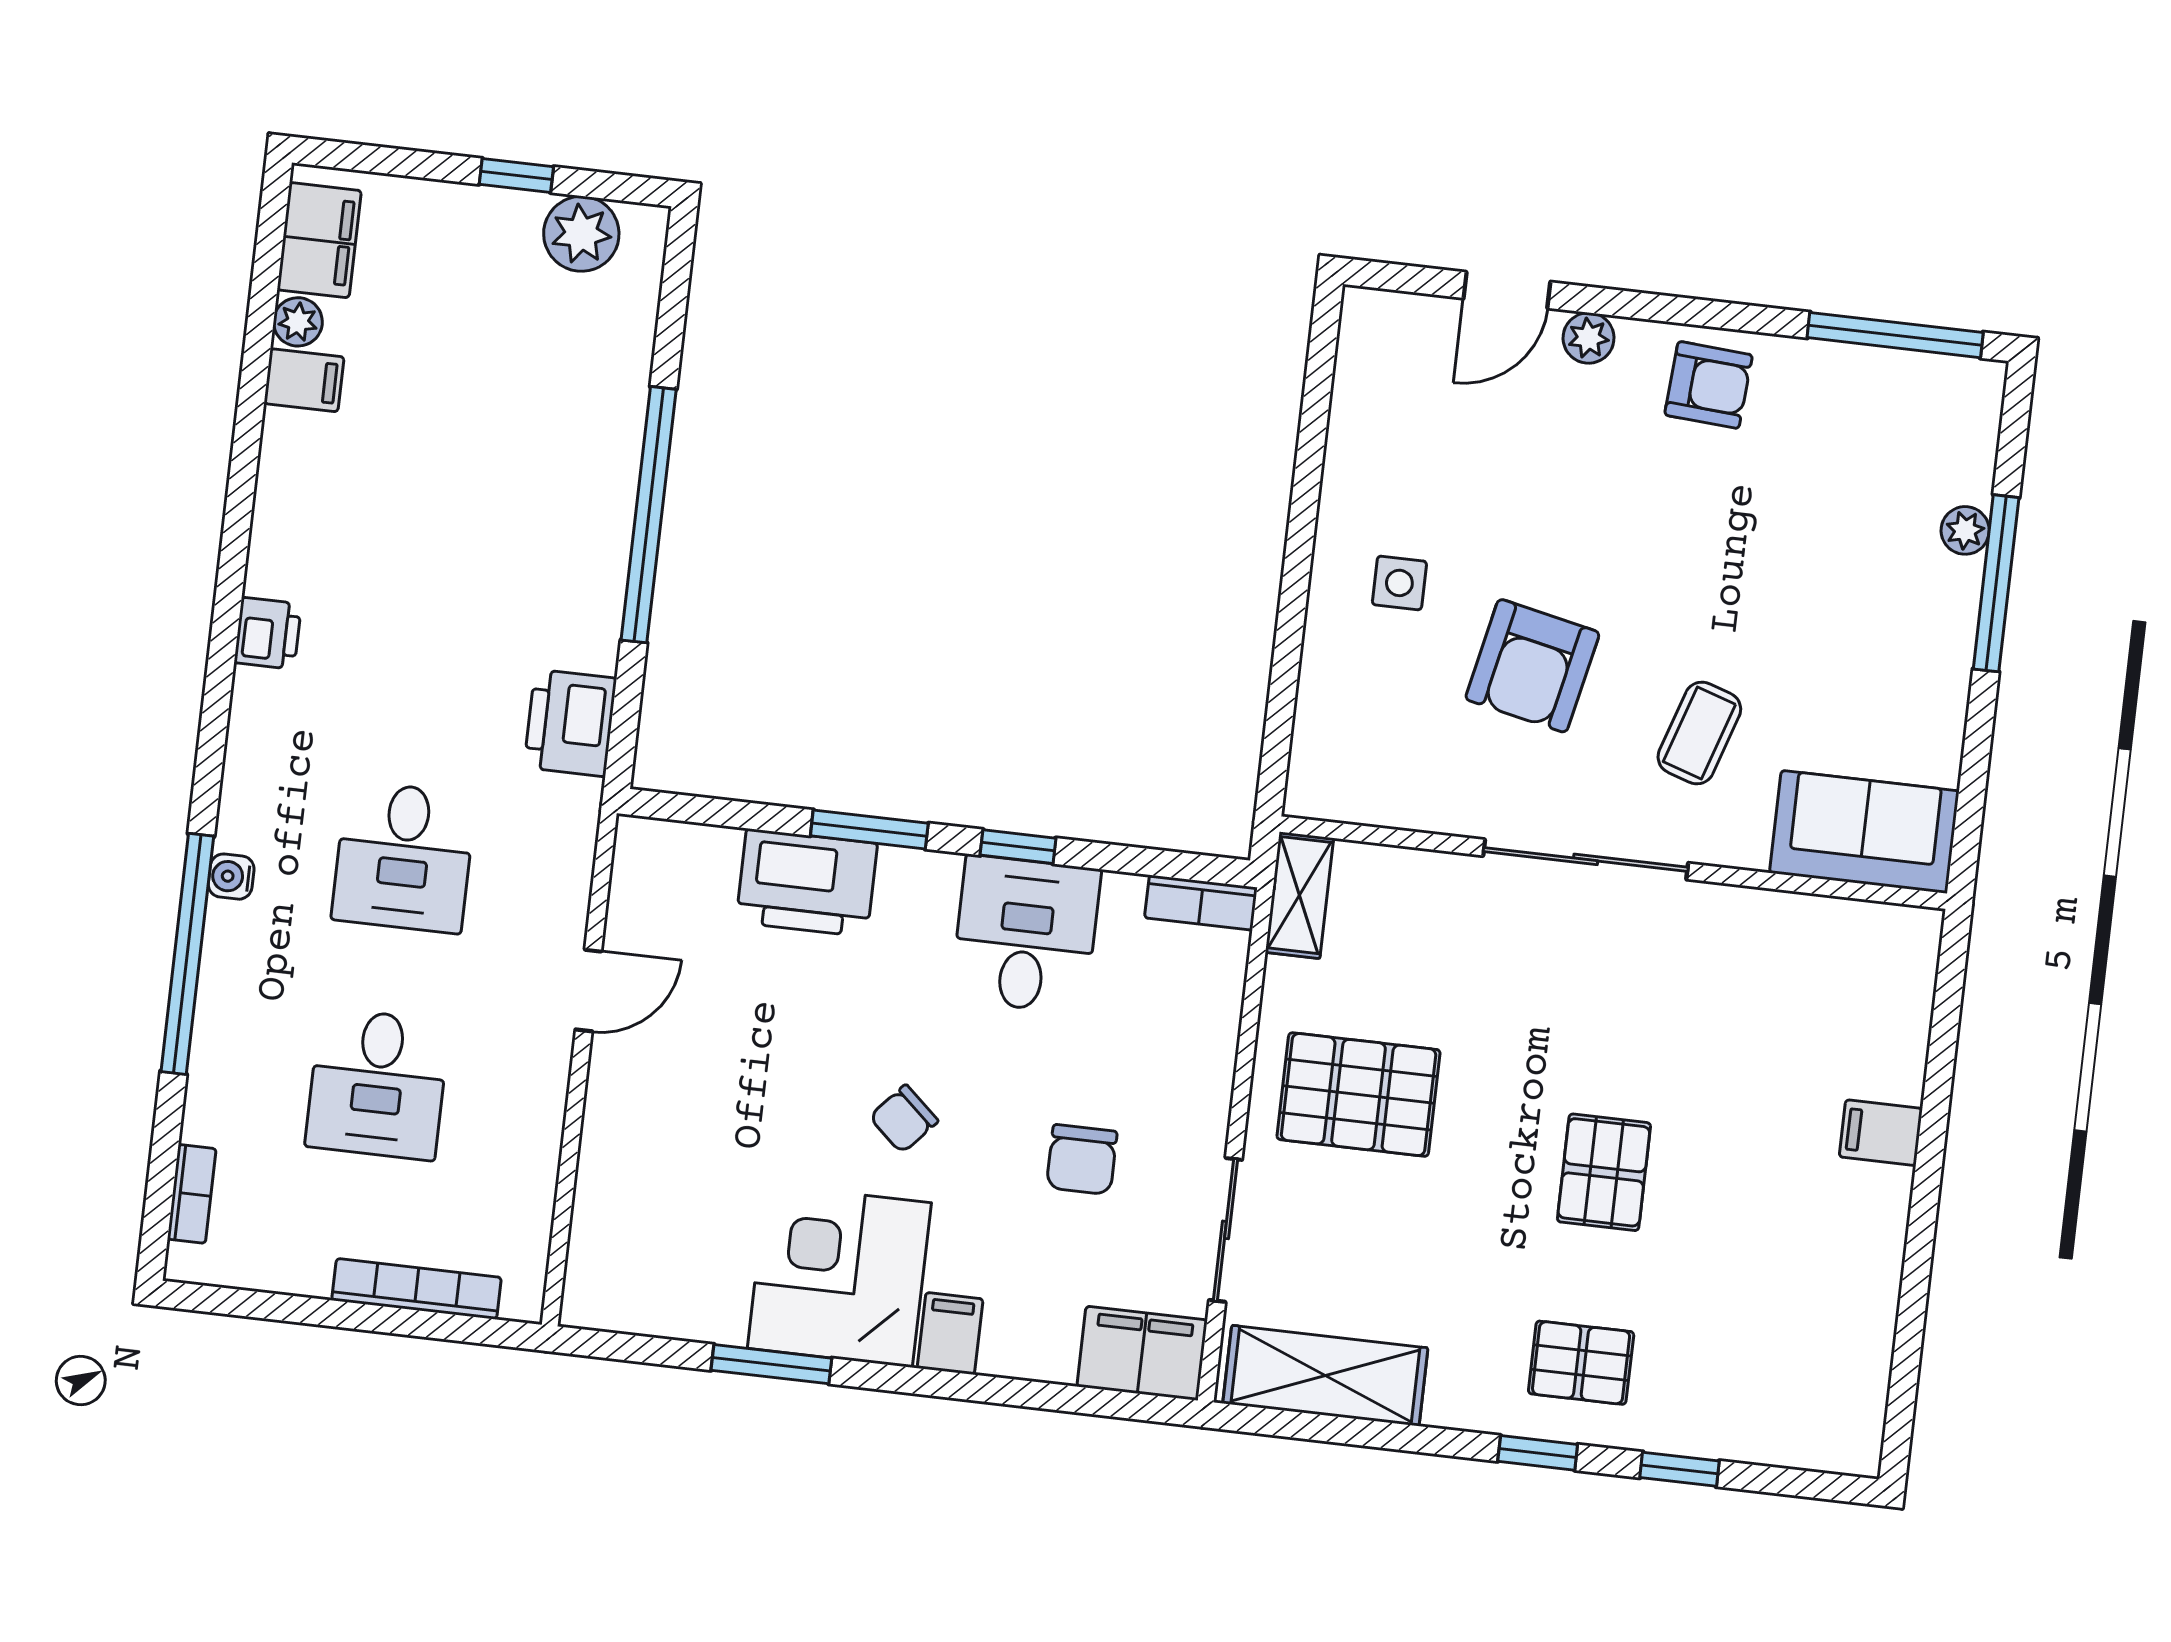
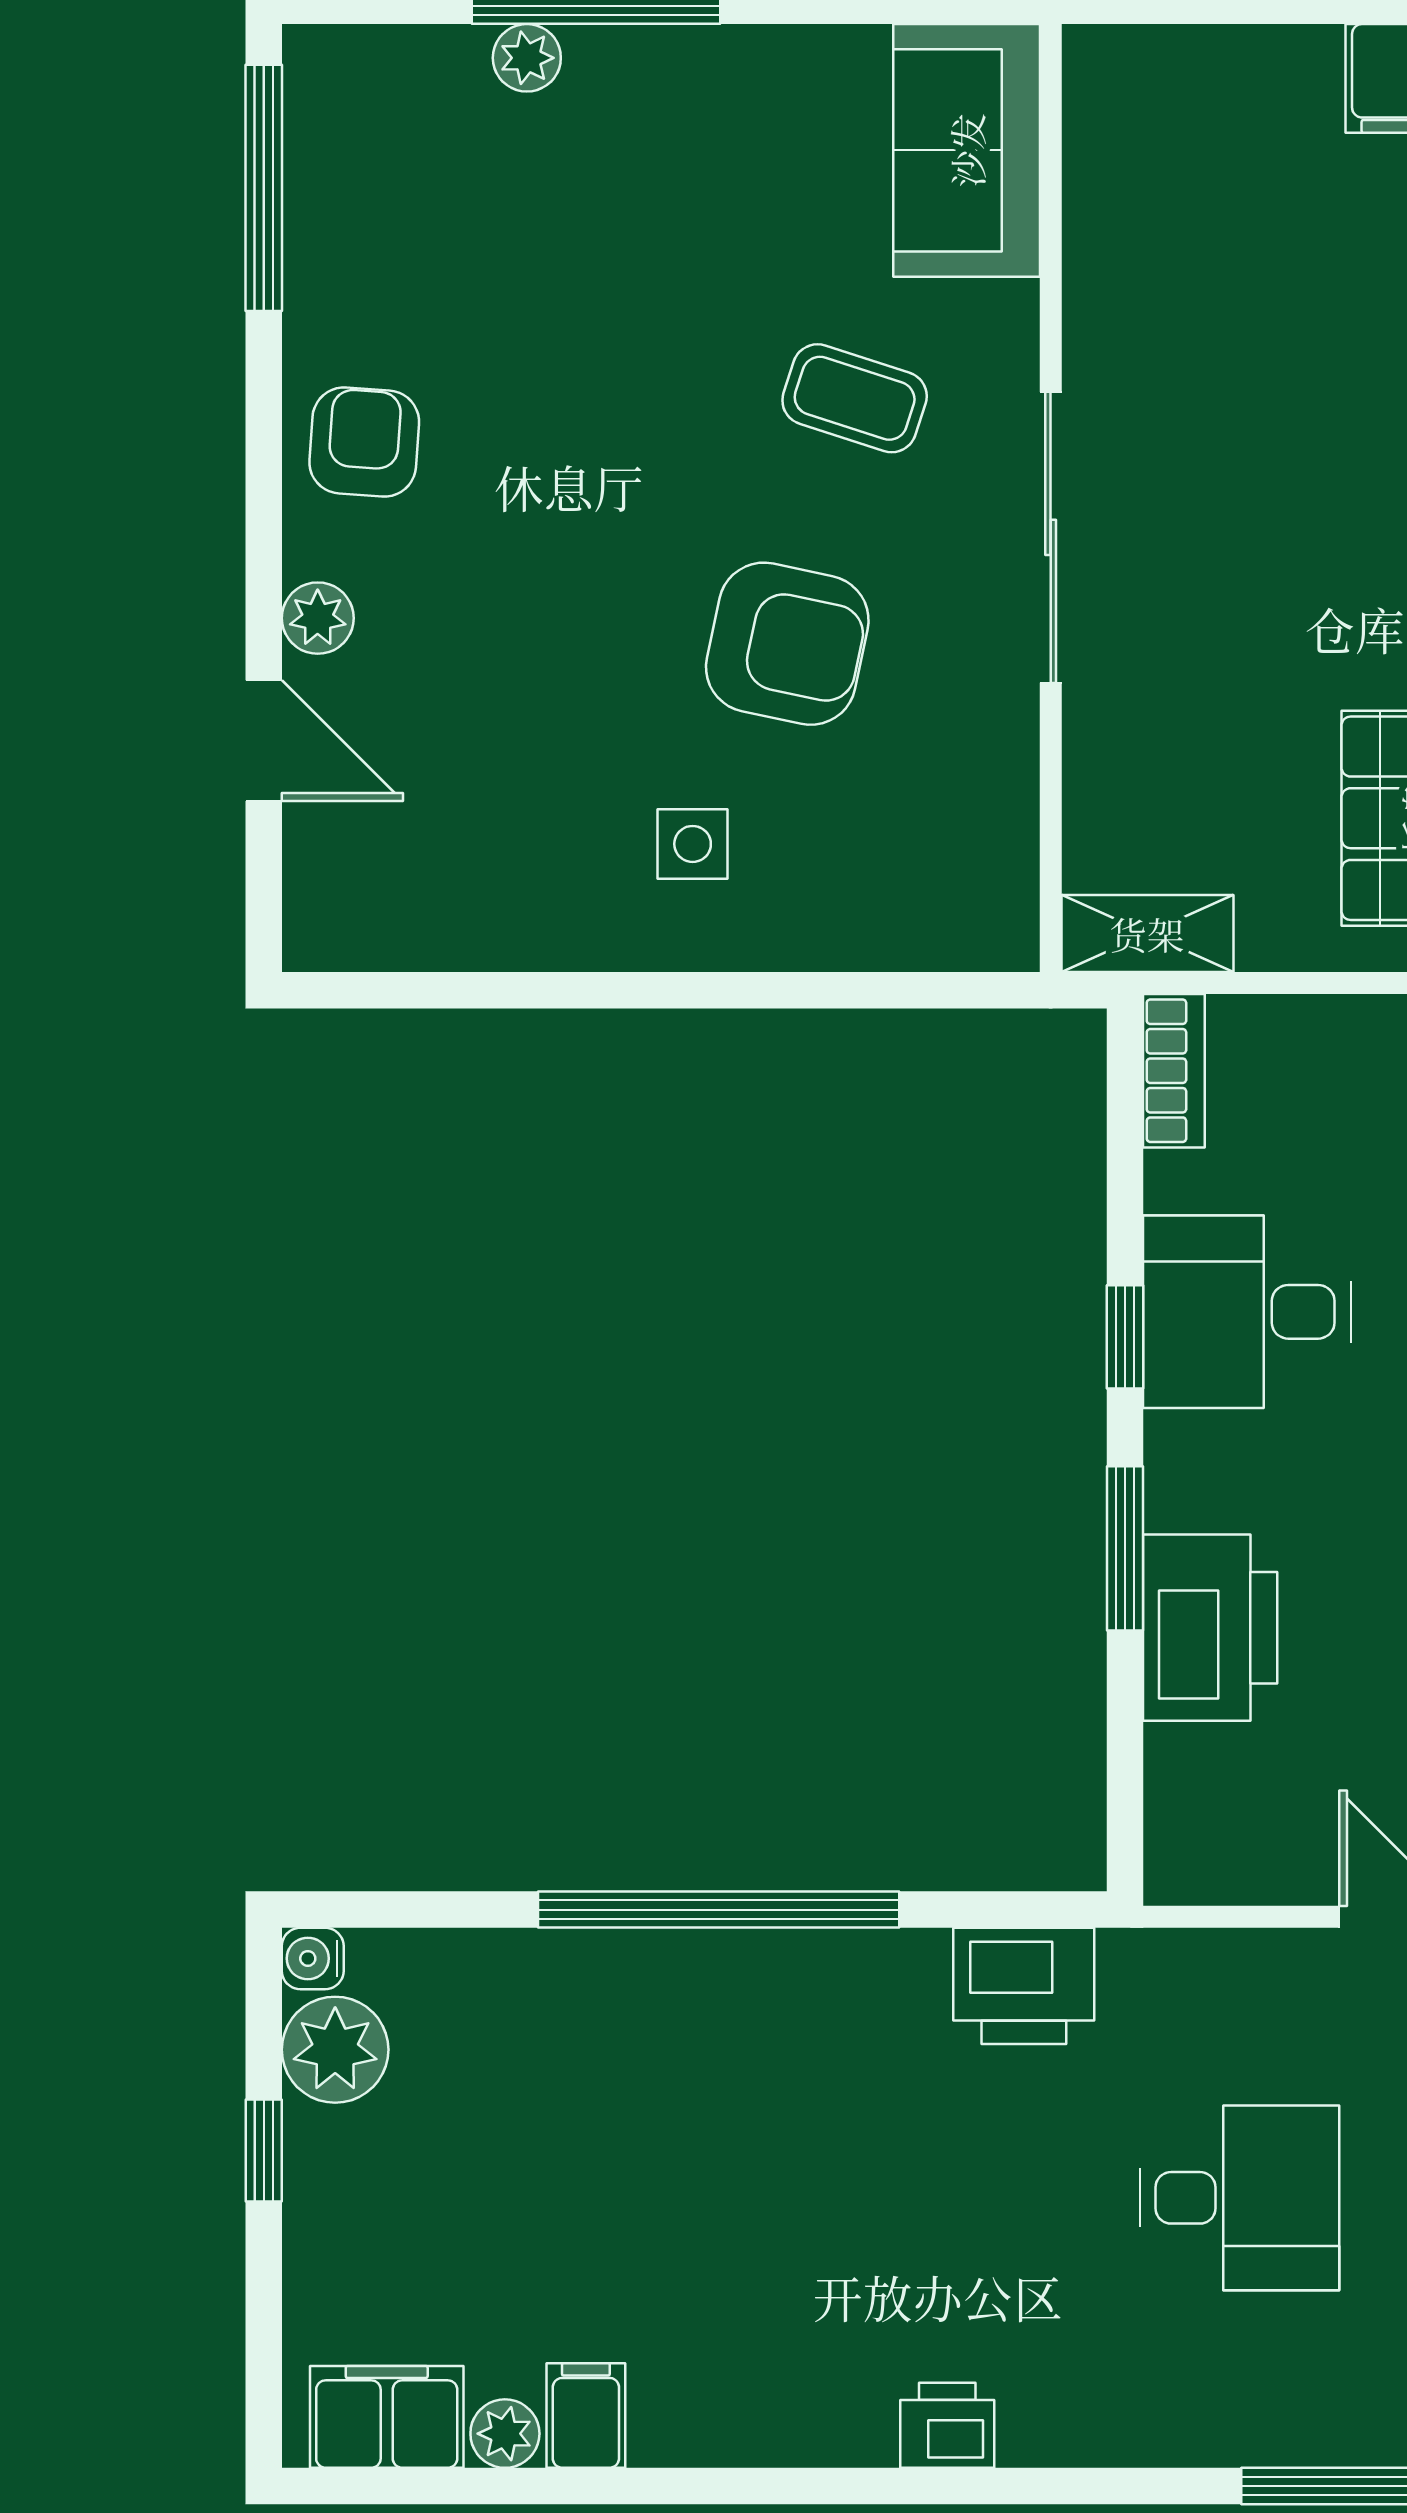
water cooler: (231, 877) -> (313, 1958), moved, turned 90

